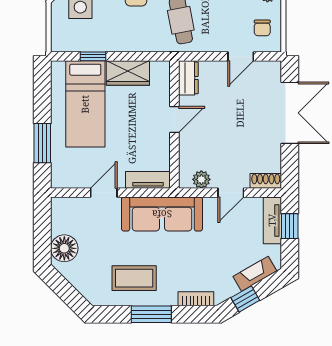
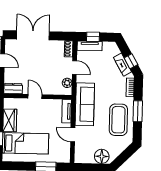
fireplace: (255, 274) -> (122, 65), moved
coffee table: (134, 278) -> (118, 120), width x1.36, depth x1.32

